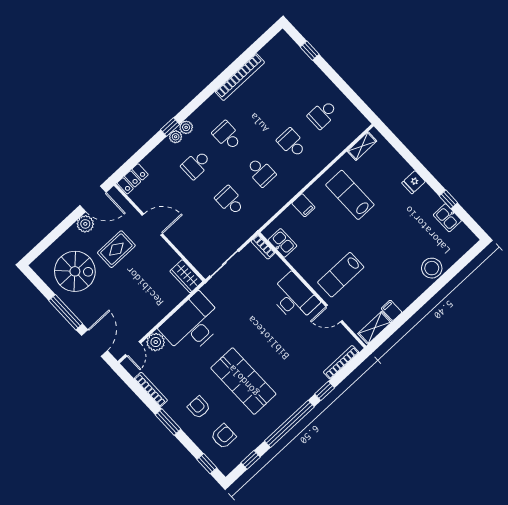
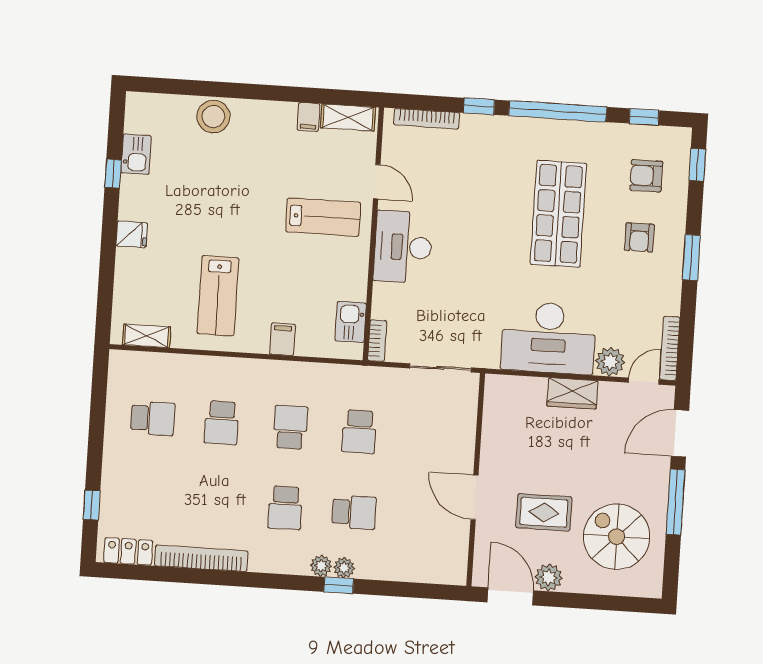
locker: (133, 179) -> (128, 551), moved
wardrobe: (186, 276) -> (572, 393), moved, turned 90
bookcase: (151, 389) -> (670, 348), moved

